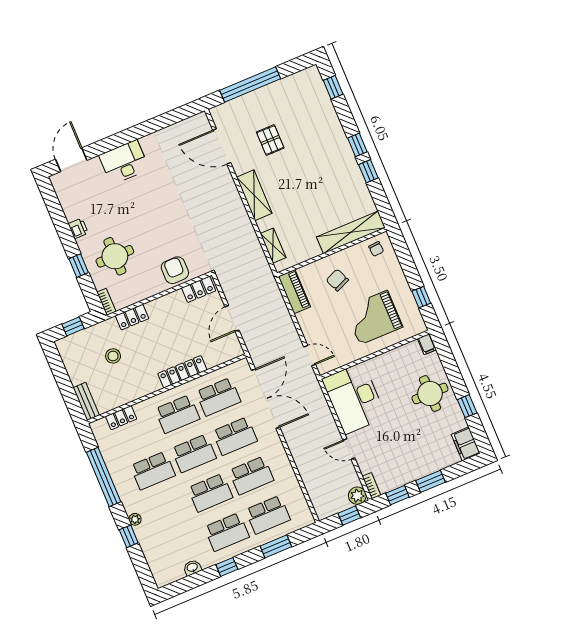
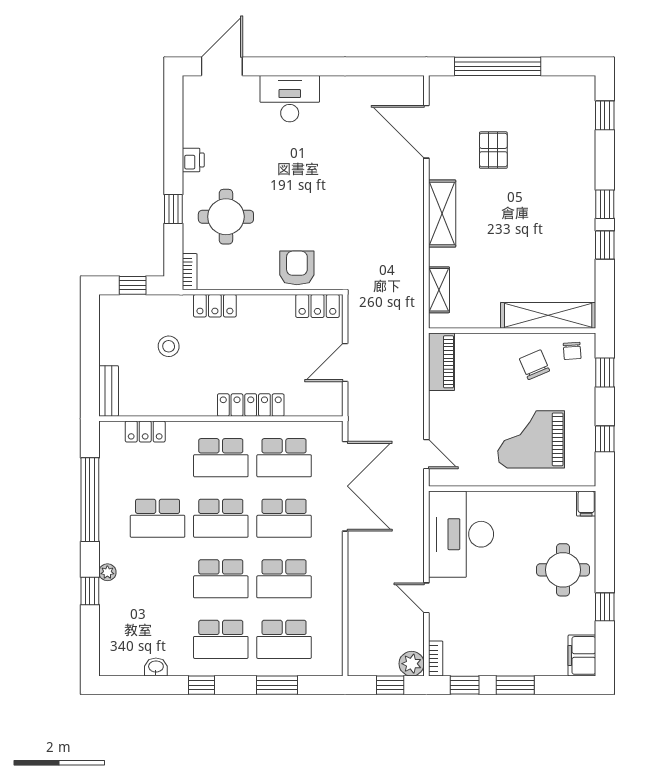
window: (403, 254) -> (605, 373), added
chair: (337, 280) -> (535, 365), moved

